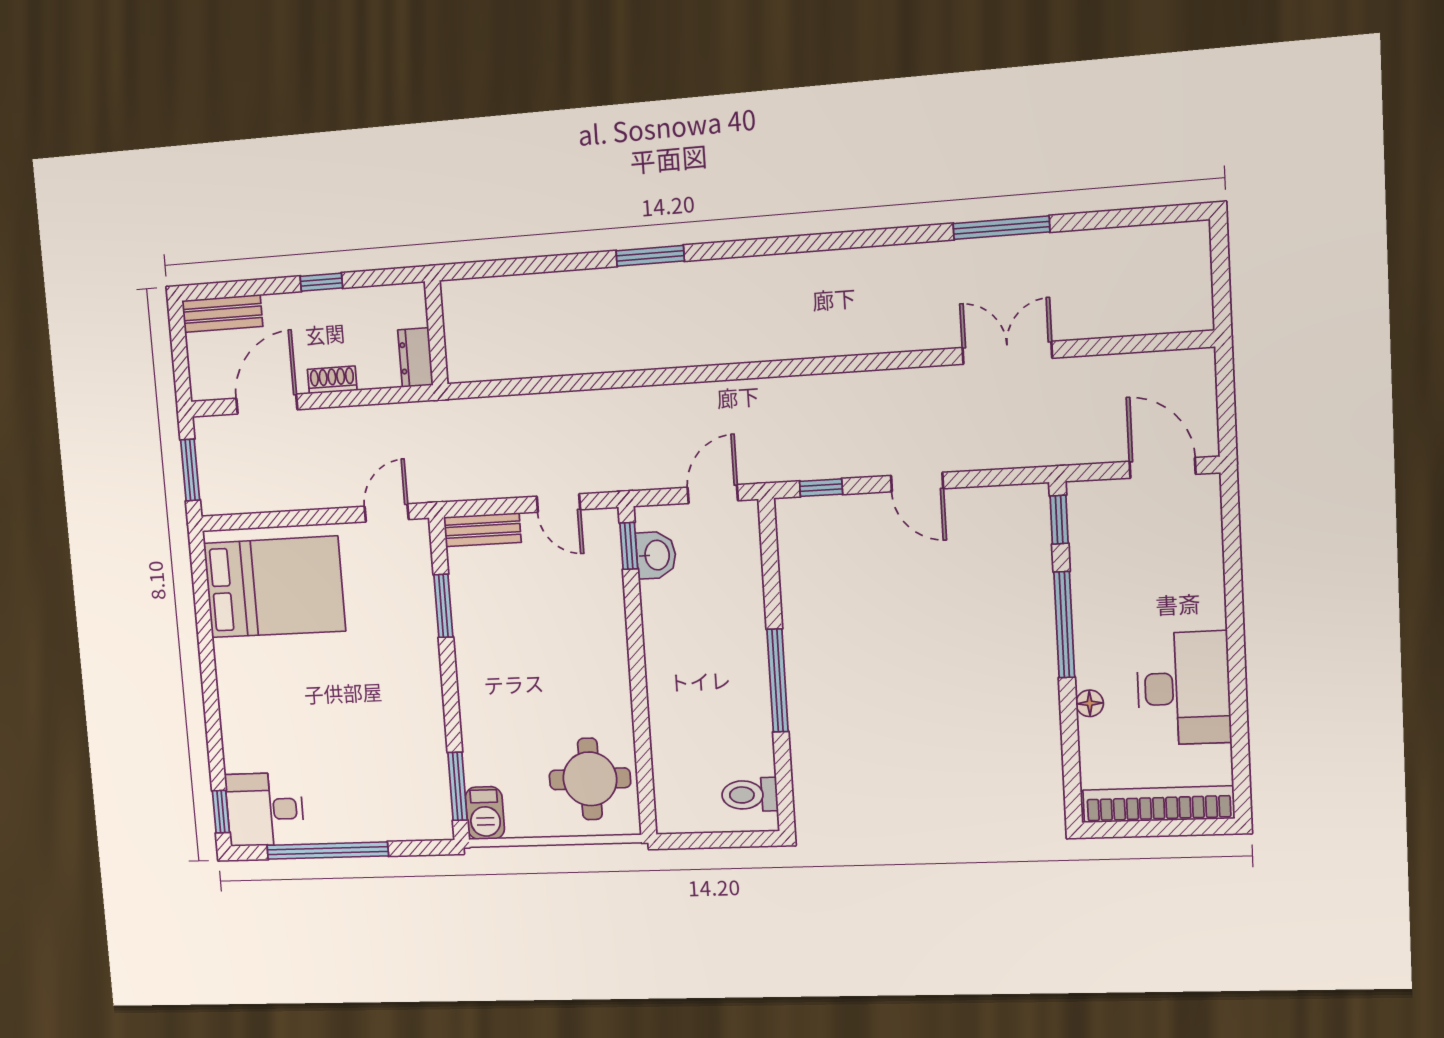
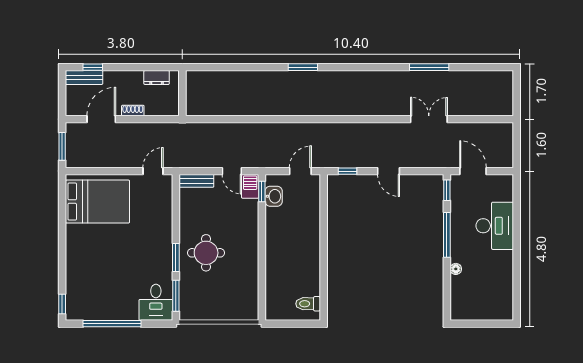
window: (650, 256) -> (303, 67), moved
window: (321, 282) -> (93, 67), moved
dresser: (415, 358) -> (157, 77), moved, turned -90
door: (1163, 468) -> (473, 171), moved
window: (443, 606) -> (176, 258), moved
window: (778, 681) -> (324, 254), removed
desk: (1184, 688) -> (495, 226), moved
round table: (590, 779) -> (206, 253), moved
bookcase: (1159, 804) -> (482, 313), removed
desk: (265, 809) -> (156, 302), moved, turned -90
barbecue: (485, 813) -> (250, 186), moved, turned 180

